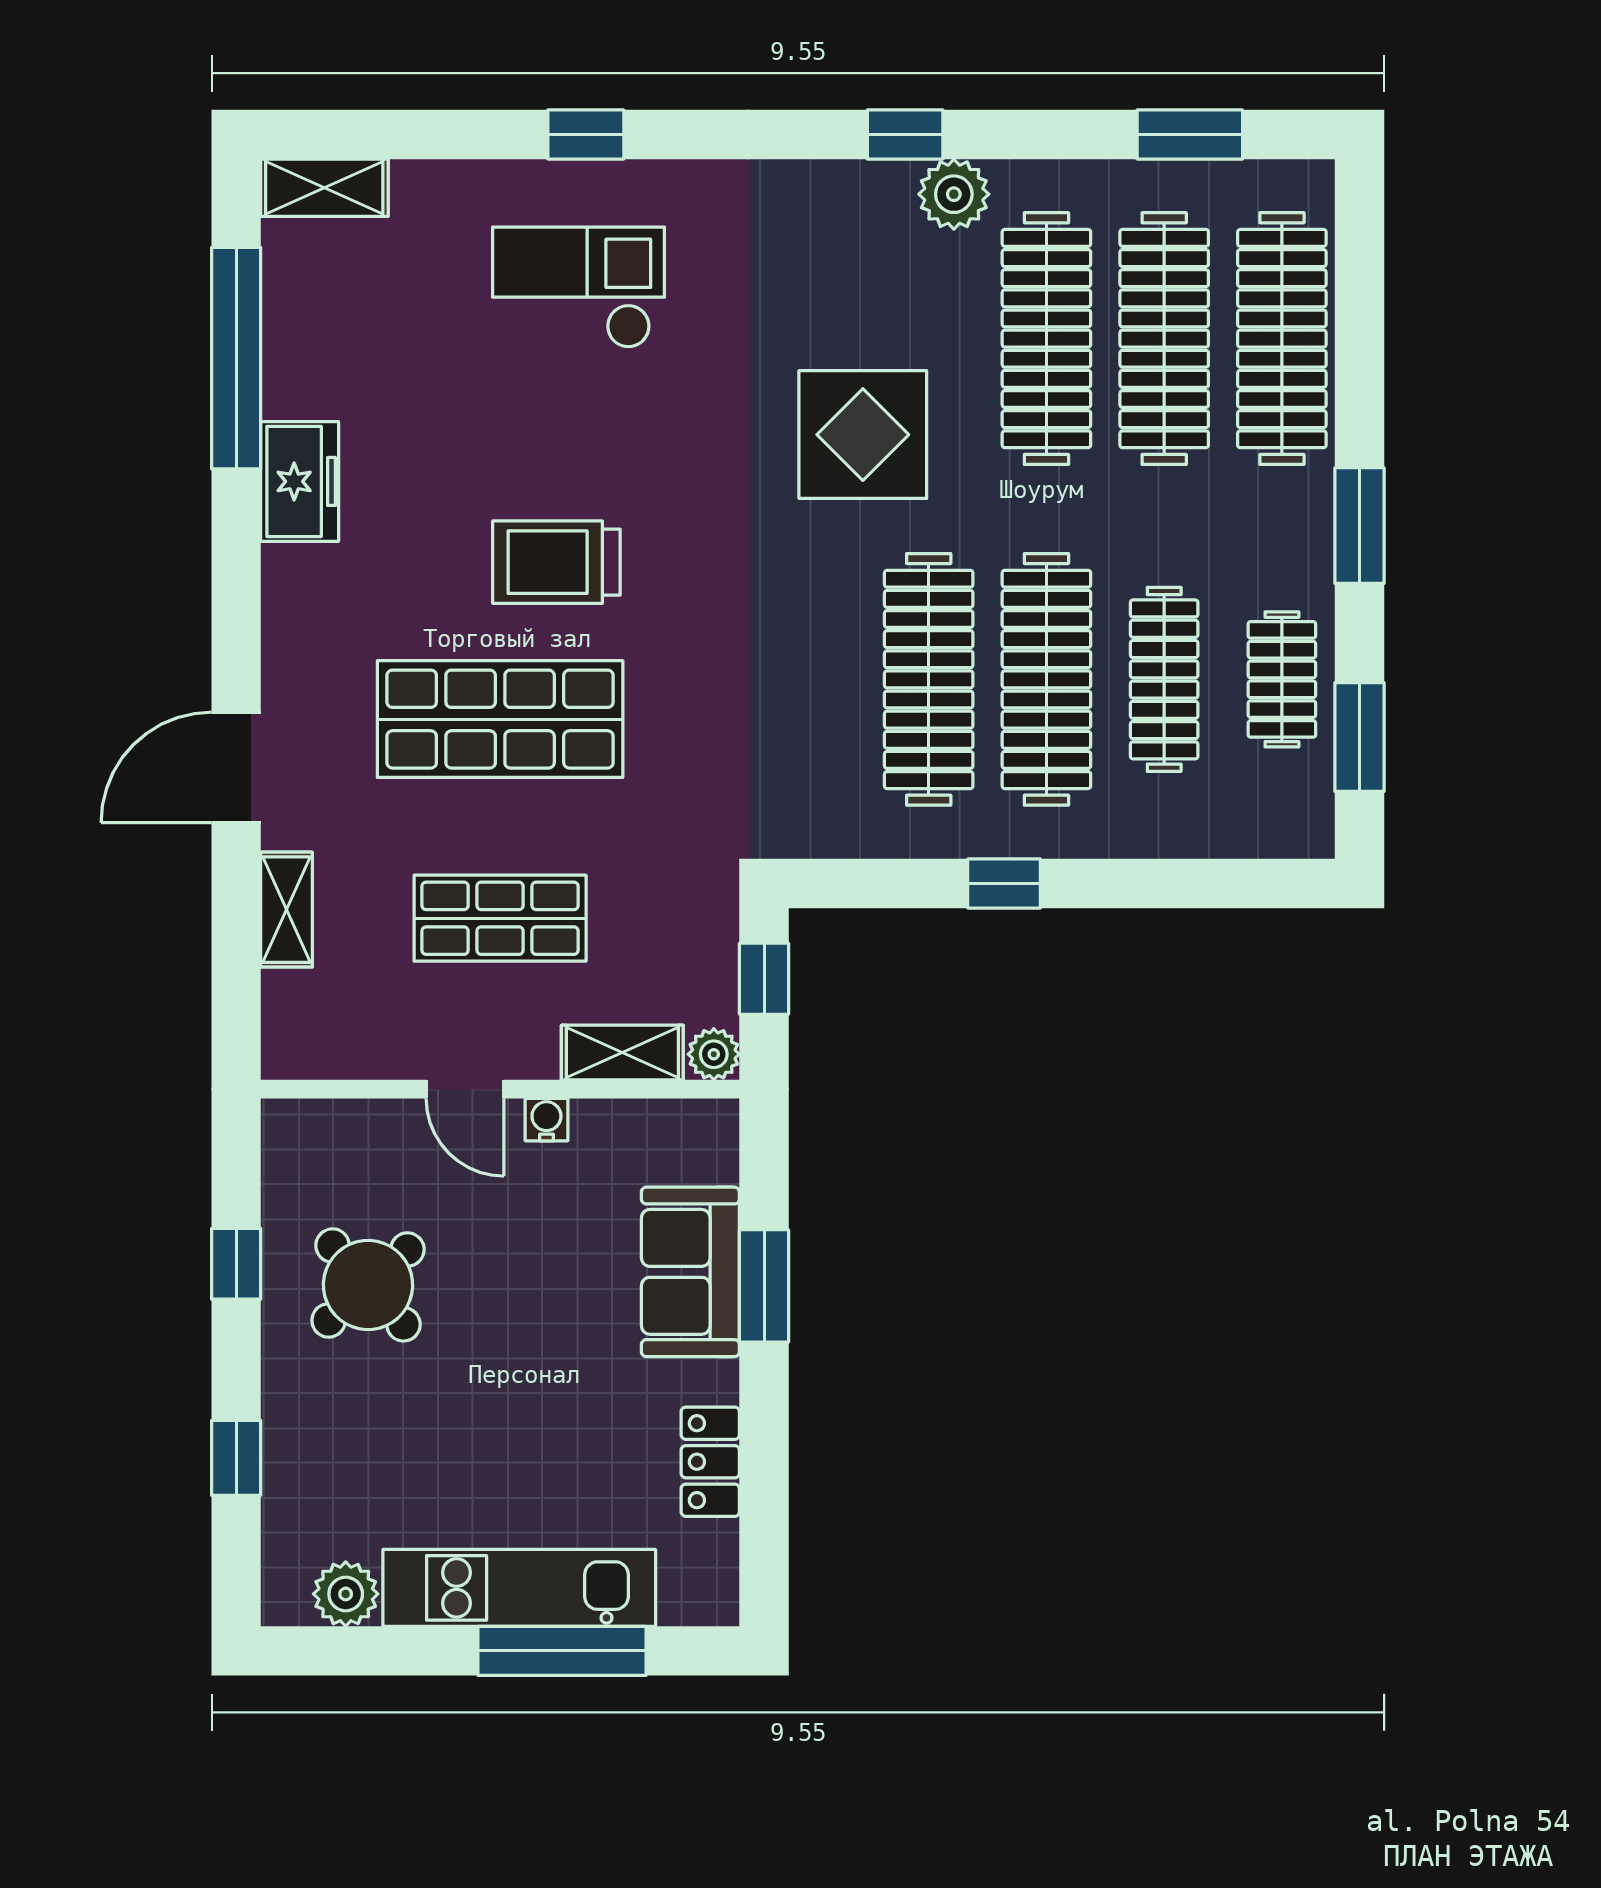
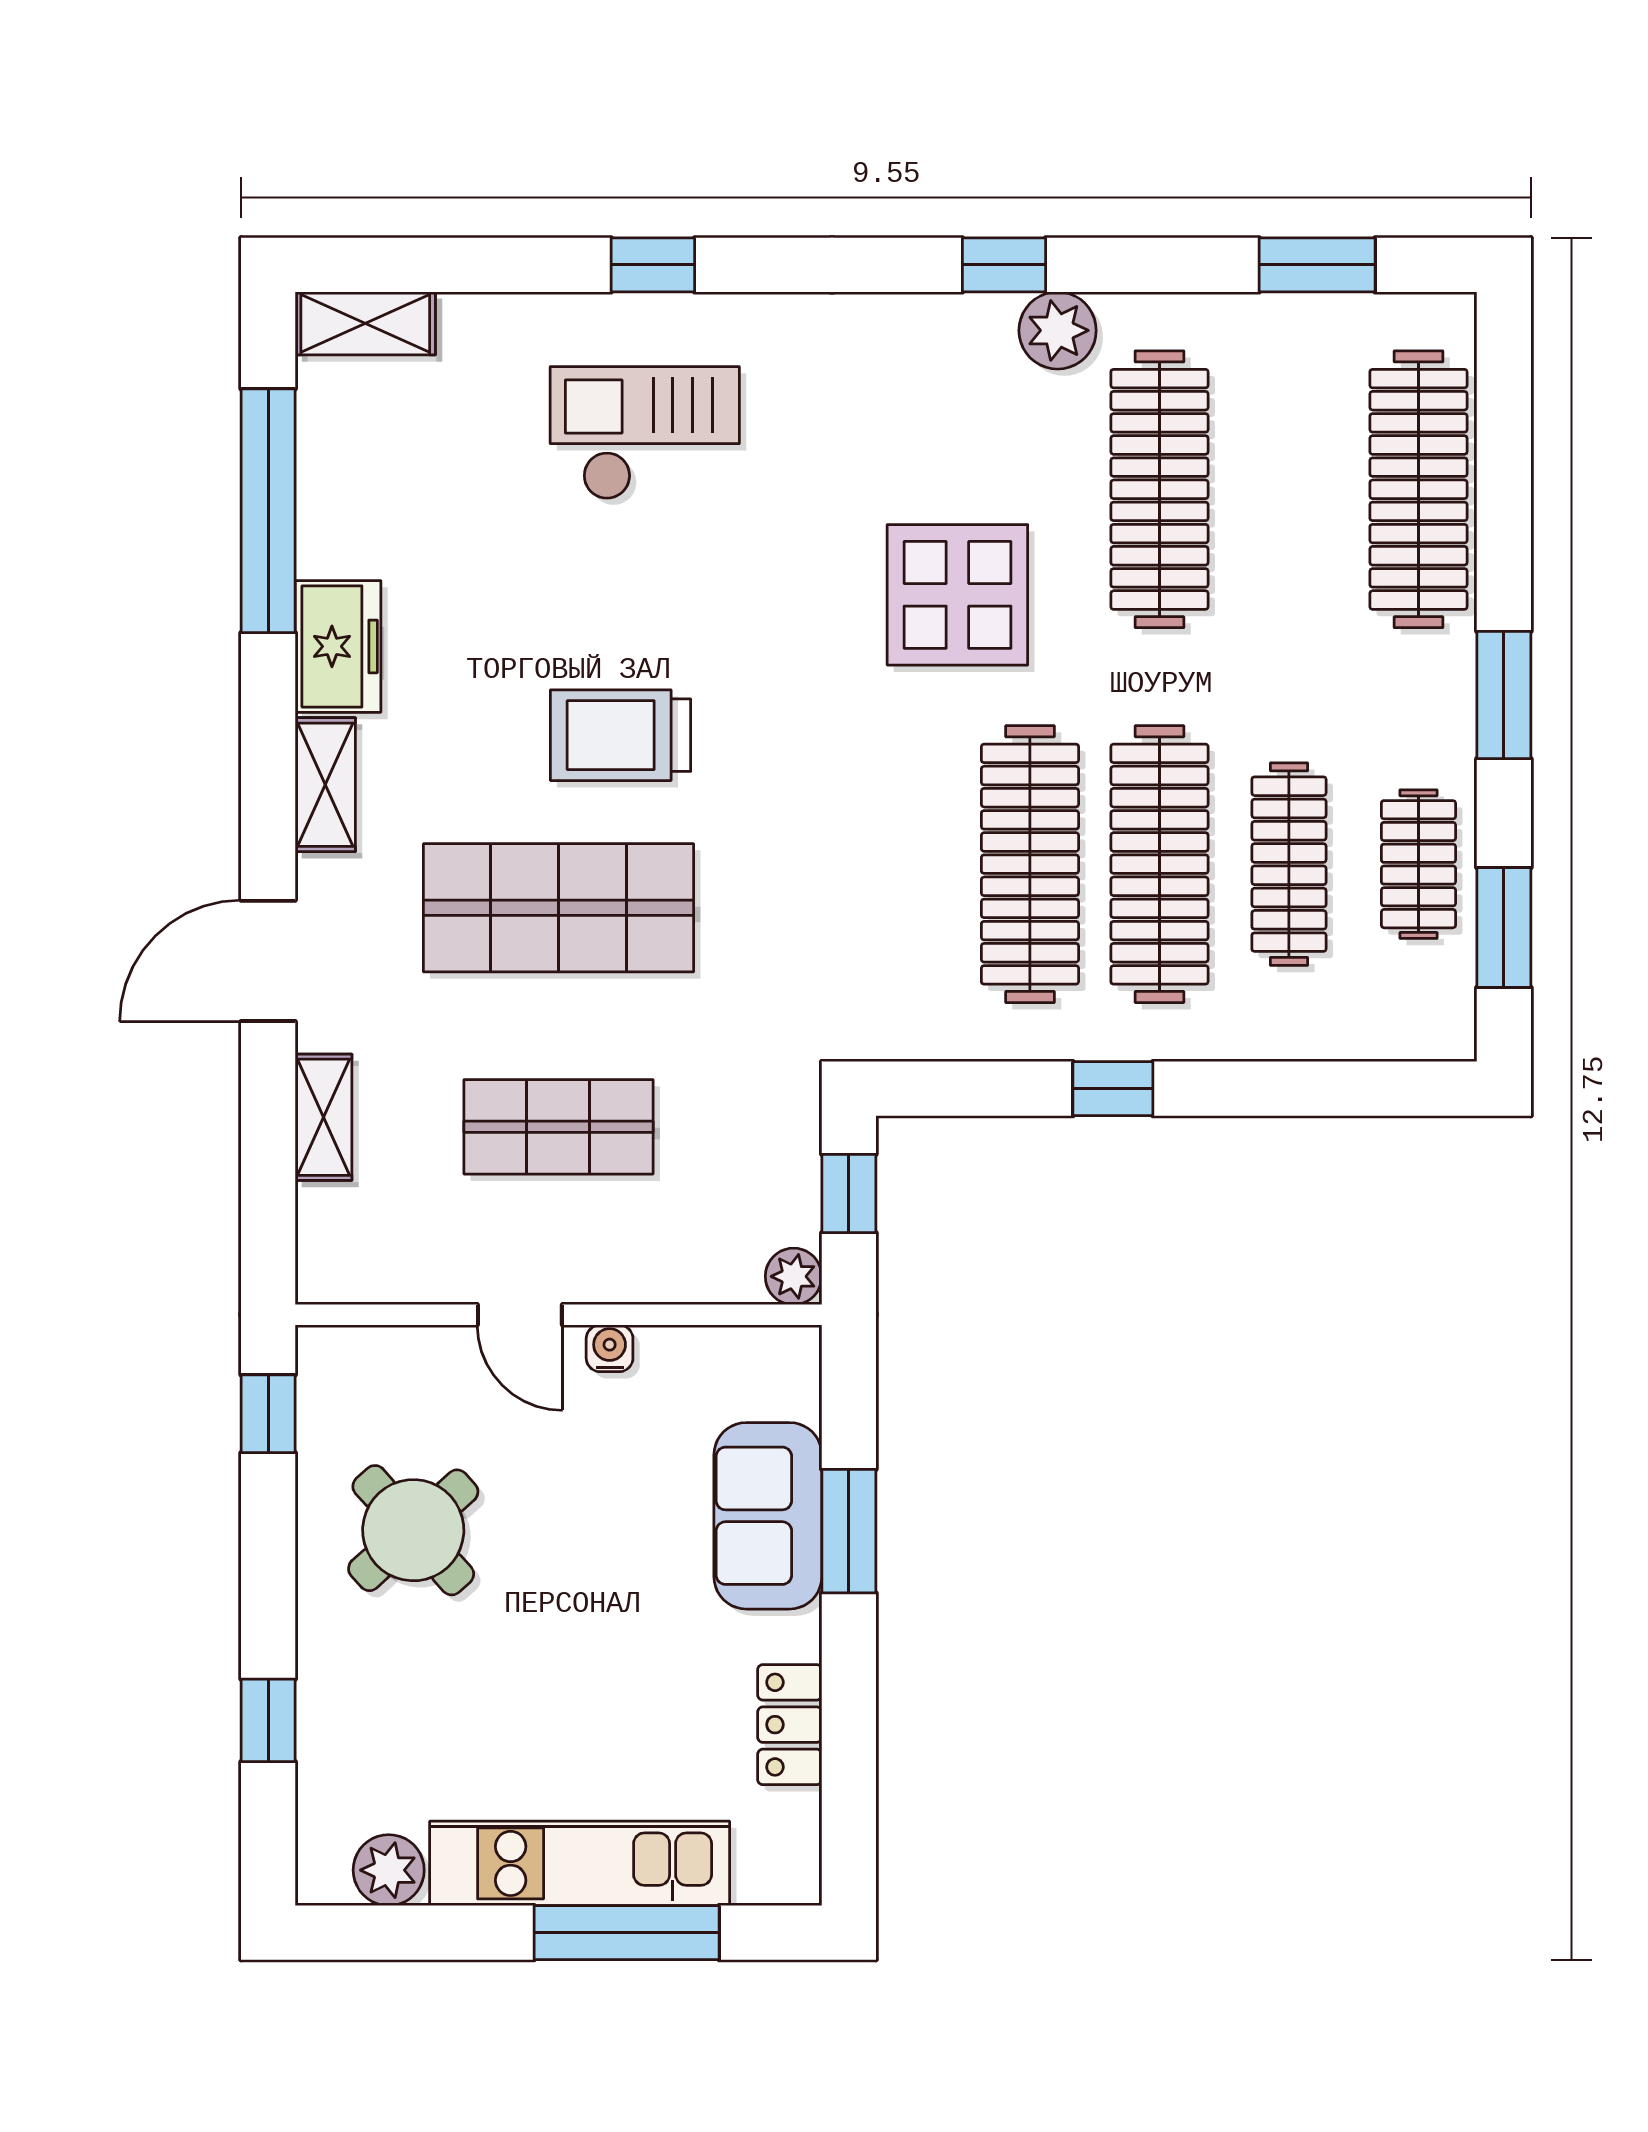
clothes rail: (1164, 339) -> (1289, 489), removed
shelving: (622, 1053) -> (325, 785), moved, turned 90
window: (236, 1264) -> (268, 1414), moved

